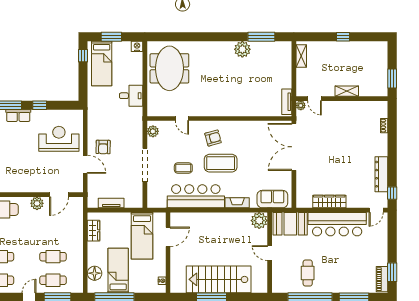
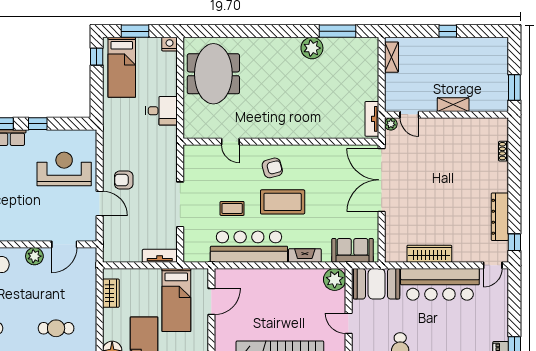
plant: (153, 131) -> (191, 159), removed
armchair: (103, 147) -> (124, 180), turned 89
tv unit: (111, 203) -> (160, 256), moved

